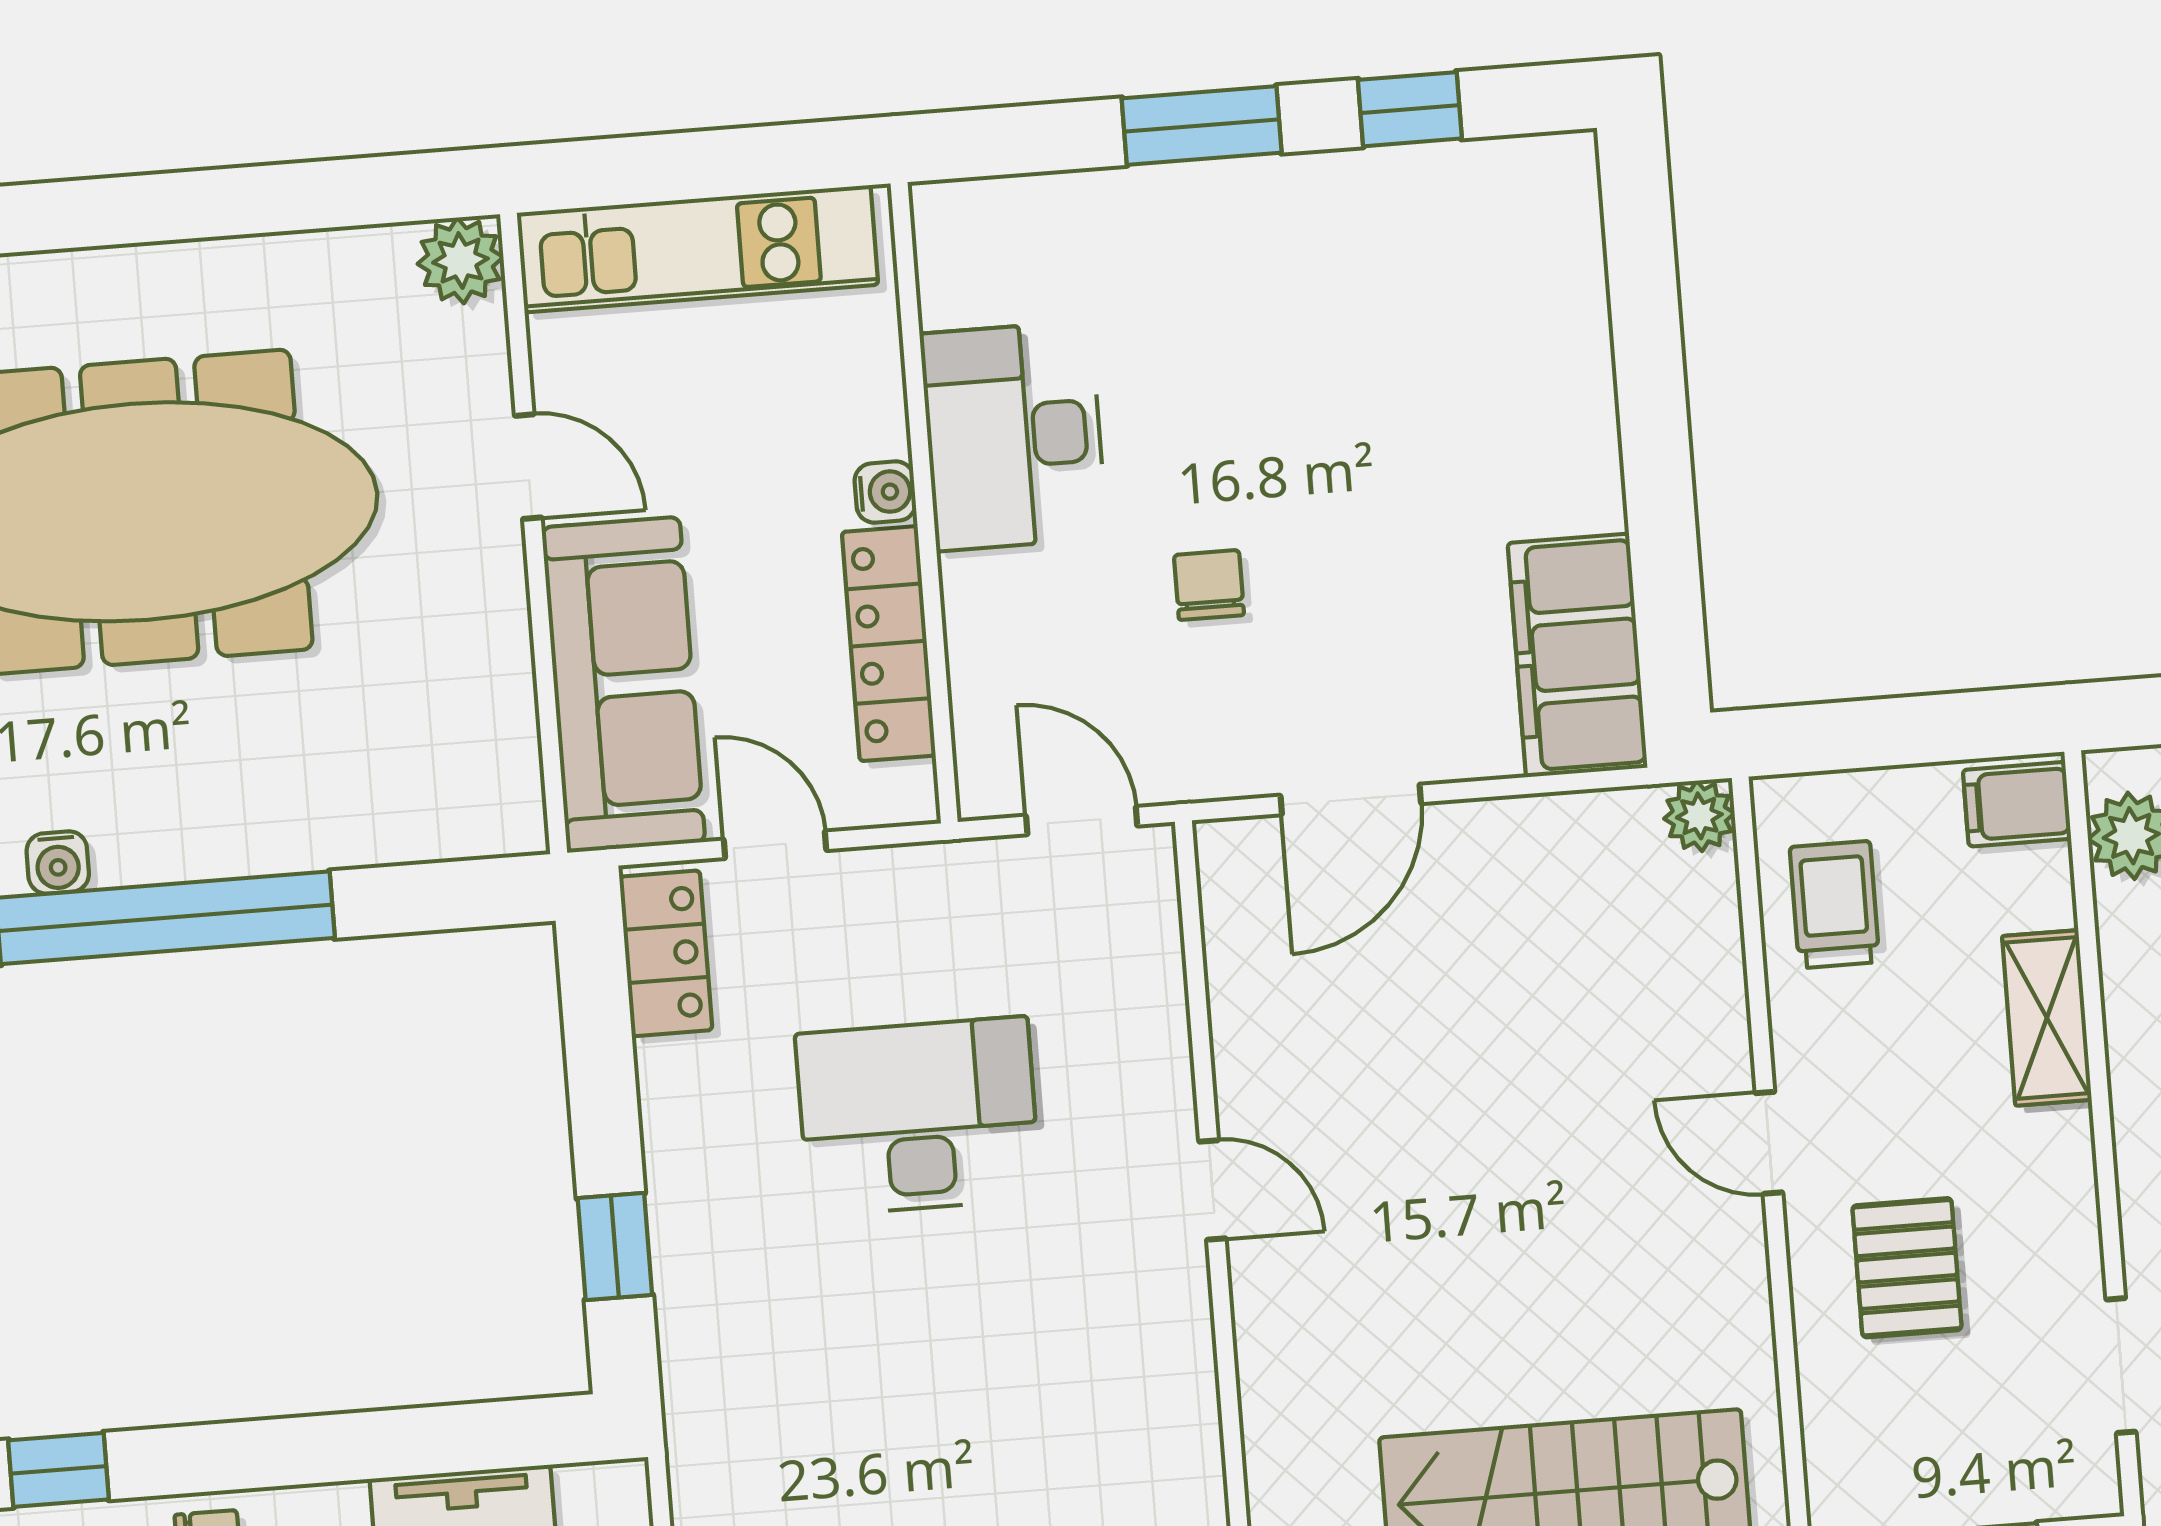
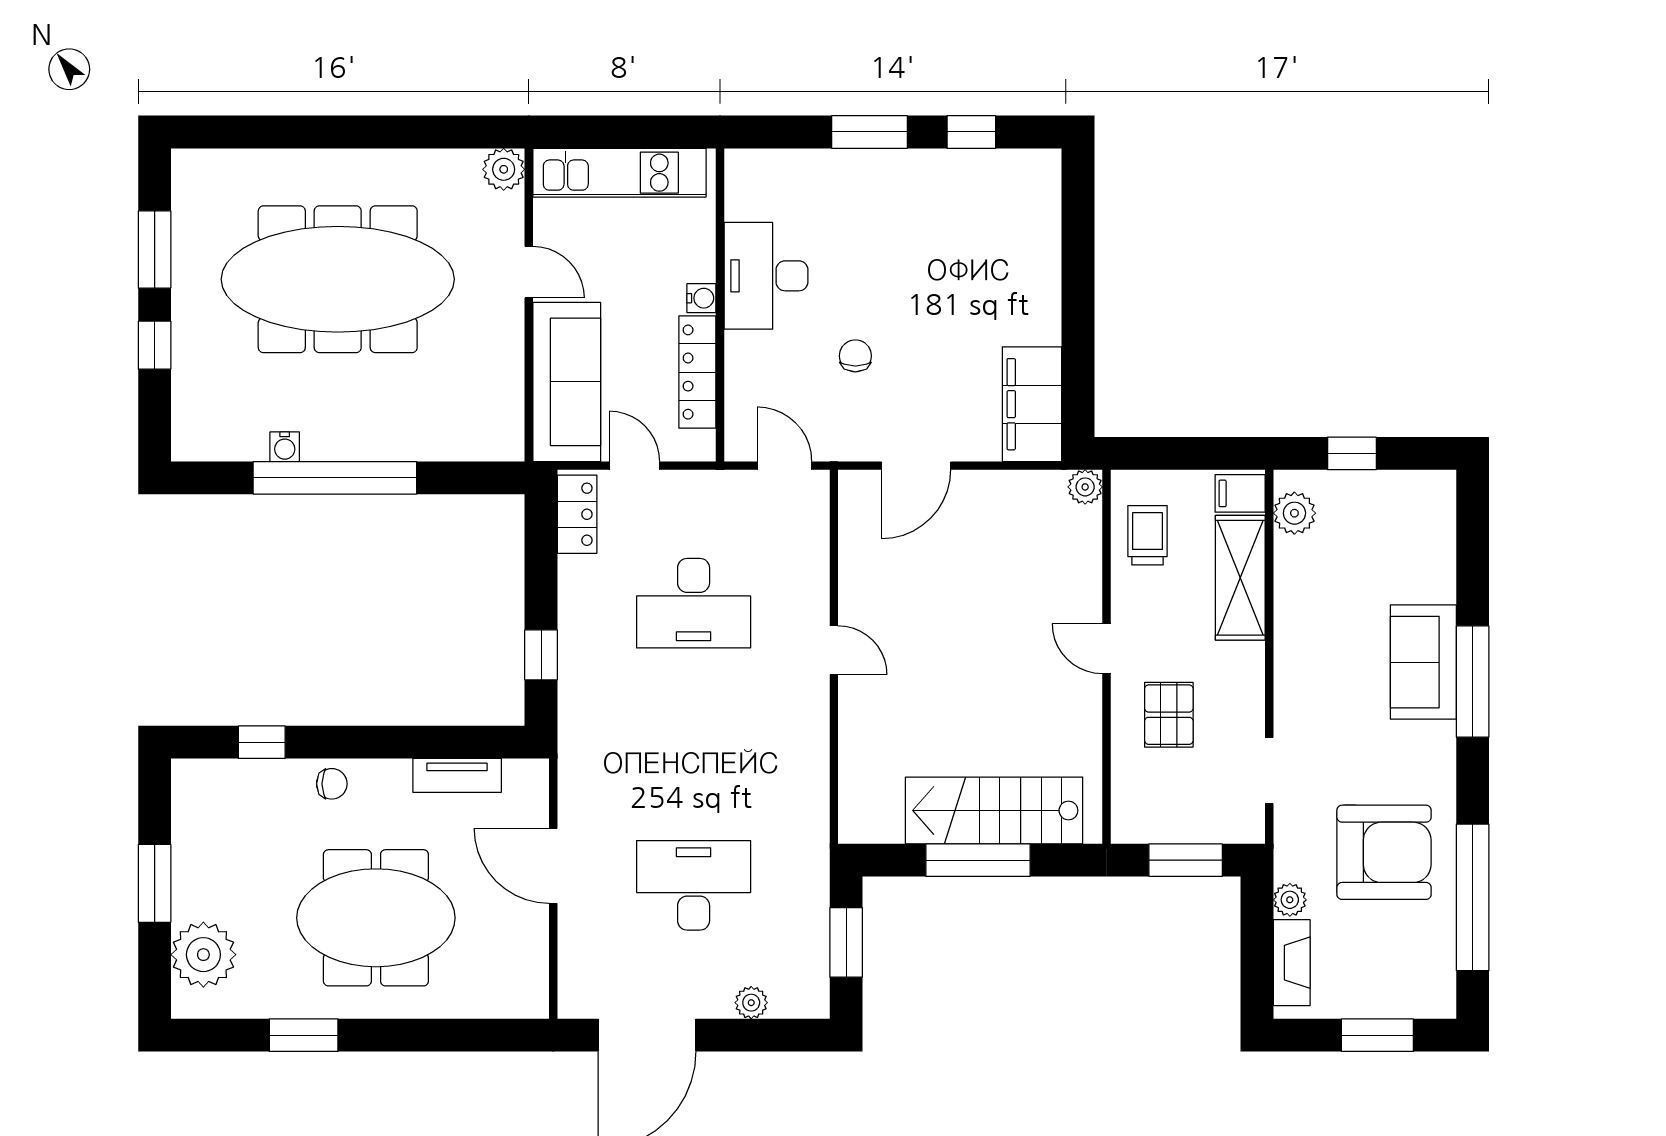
shelving: (2047, 1018) -> (1240, 578), width x1.50, depth x1.33
desk: (918, 1116) -> (694, 603), turned 180

